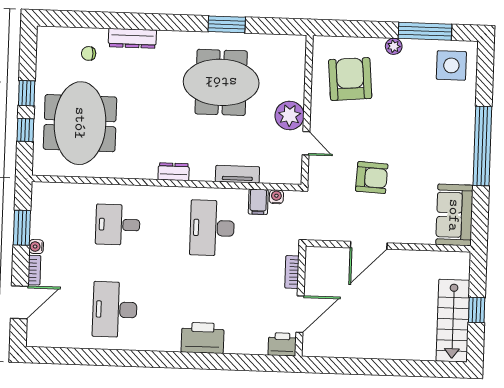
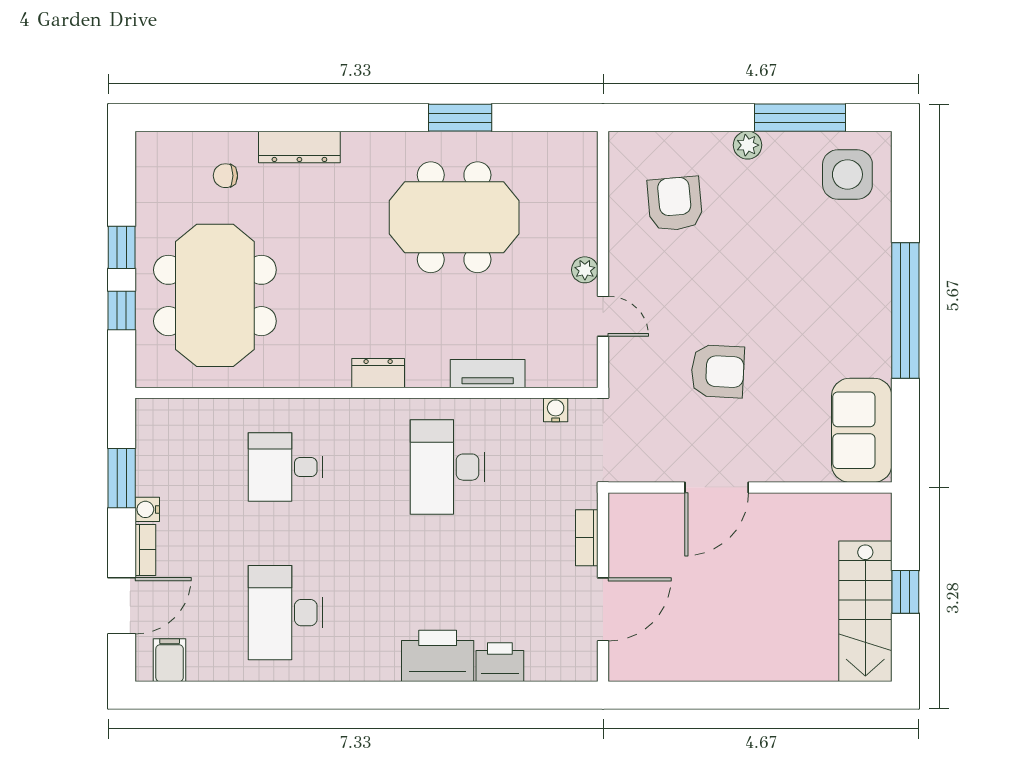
armchair: (350, 79) -> (675, 204), width x0.73, depth x0.73
plant: (290, 115) -> (585, 270), width x0.53, depth x0.53
filing cabinet: (258, 202) -> (170, 660), moved, turned 180
printer: (282, 344) -> (500, 662), moved

